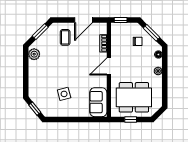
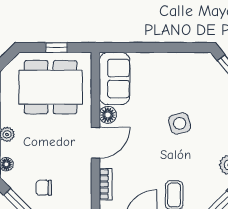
floor lamp: (102, 82) -> (108, 115), added
side table: (64, 94) -> (180, 123), moved

